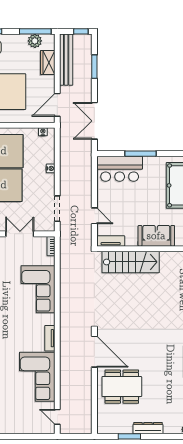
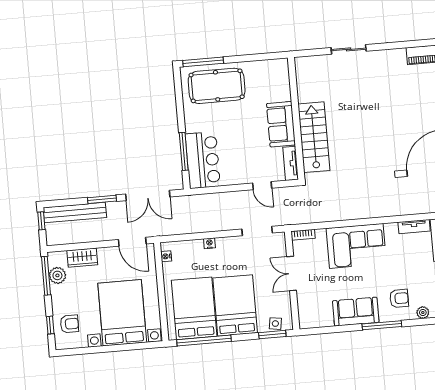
bench: (66, 60) -> (75, 212), moved
window: (94, 67) -> (102, 199), moved
window: (141, 154) -> (184, 151), moved
door: (94, 216) -> (262, 186), swing flipped
sofa: (156, 236) -> (281, 124), moved

